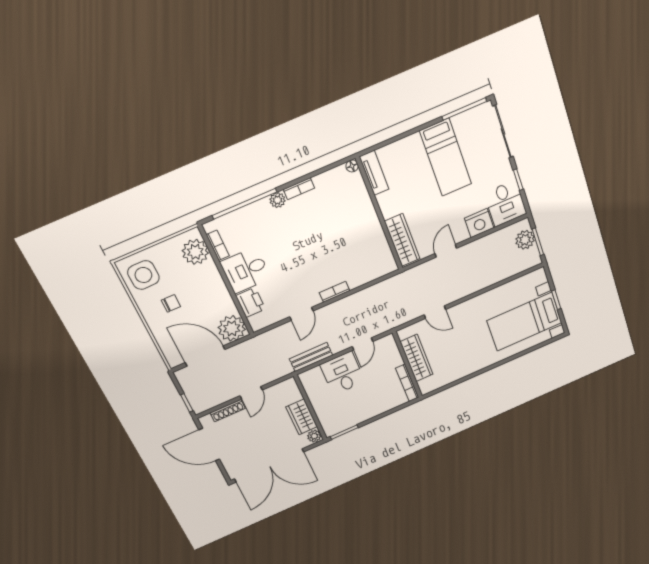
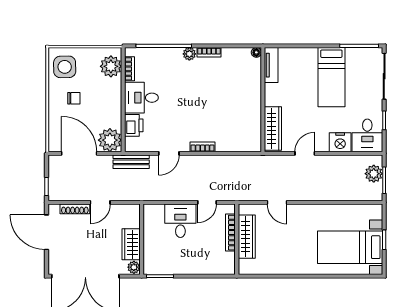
bench: (311, 357) -> (131, 162), moved
bookcase: (407, 383) -> (230, 233), moved

